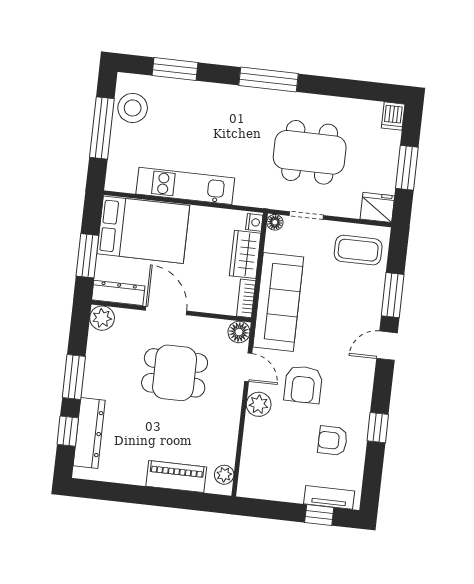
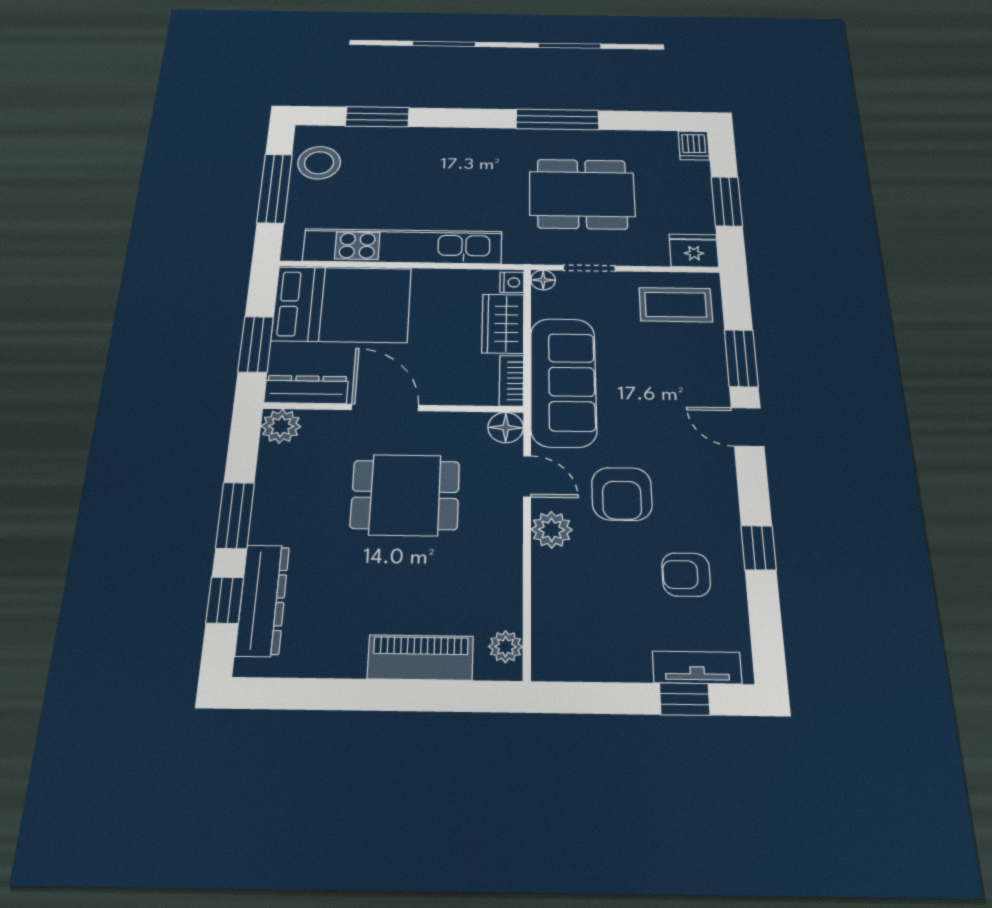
window: (269, 80) -> (557, 120), moved
kitchen unit: (185, 186) -> (403, 246), width x1.36
door: (387, 346) -> (747, 427), hinge flipped

